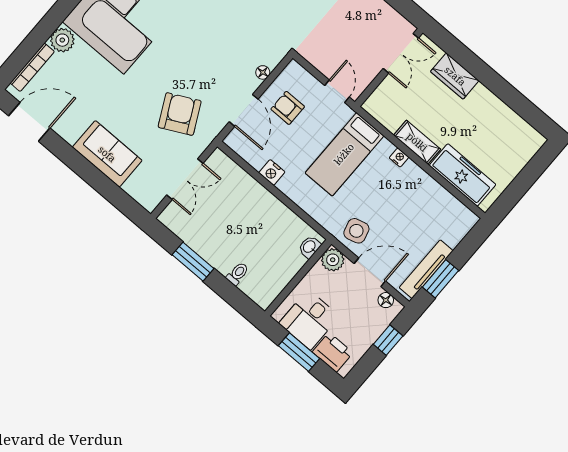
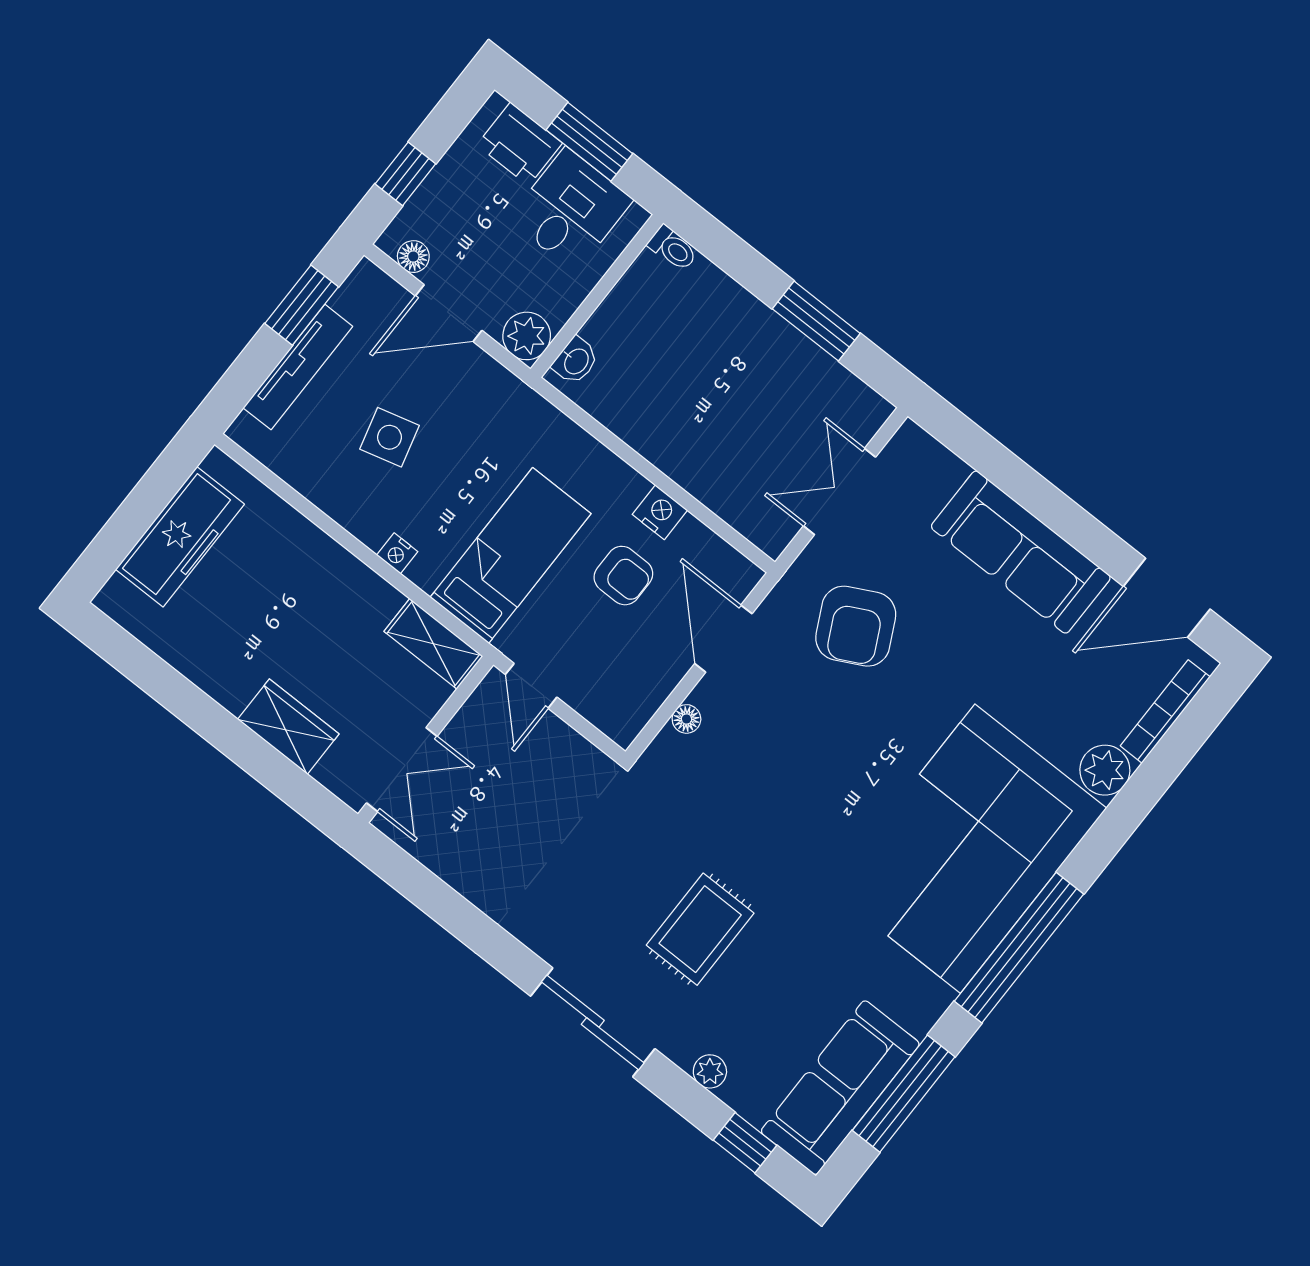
double door: (401, 53) -> (402, 770), swing flipped
armchair: (288, 108) -> (623, 576), moved
shelving: (417, 142) -> (433, 644), moved
sofa: (107, 154) -> (1021, 552), width x1.36
freezer: (462, 175) -> (180, 537), moved, turned -90
side table: (356, 231) -> (390, 437), moved
tv unit: (426, 269) -> (298, 367), moved
toilet: (237, 274) -> (673, 248), moved, turned -90

